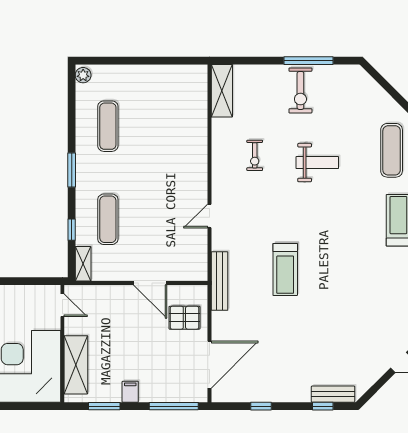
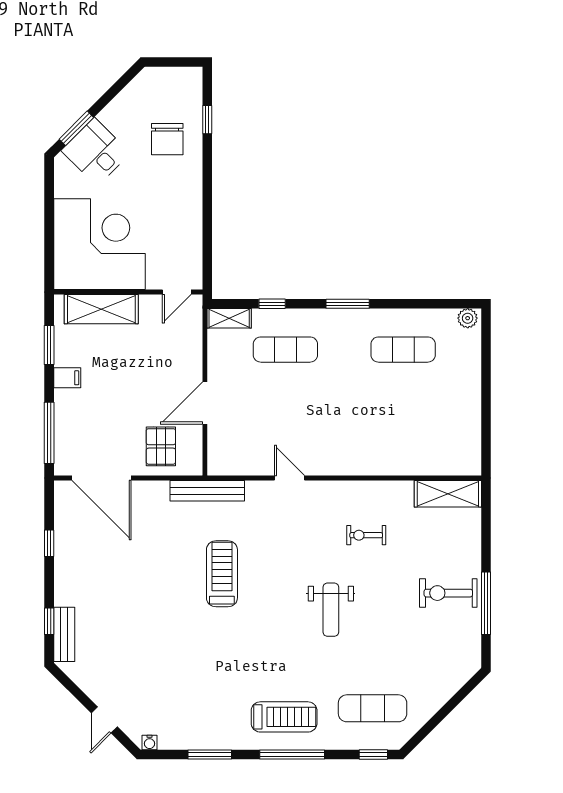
weight bench: (317, 163) -> (331, 610), moved
treadmill: (285, 269) -> (222, 574), turned 90

